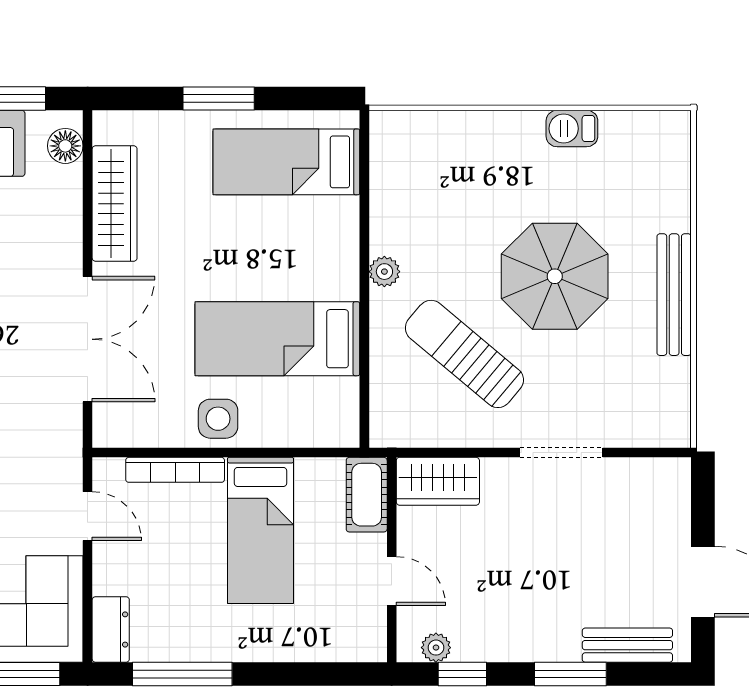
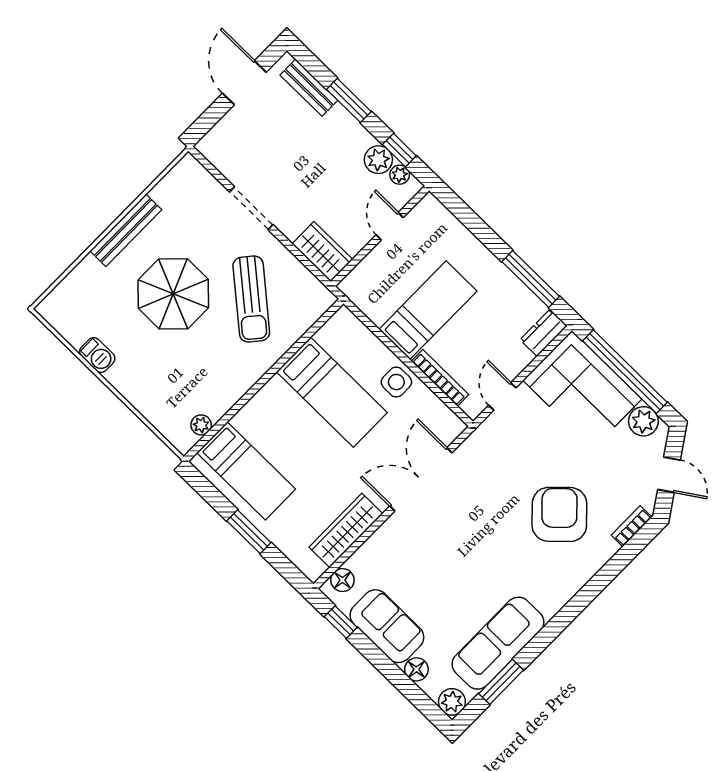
plant: (384, 272) -> (201, 425), moved
cot: (367, 495) -> (362, 278), removed
plant: (475, 641) -> (378, 160), added

